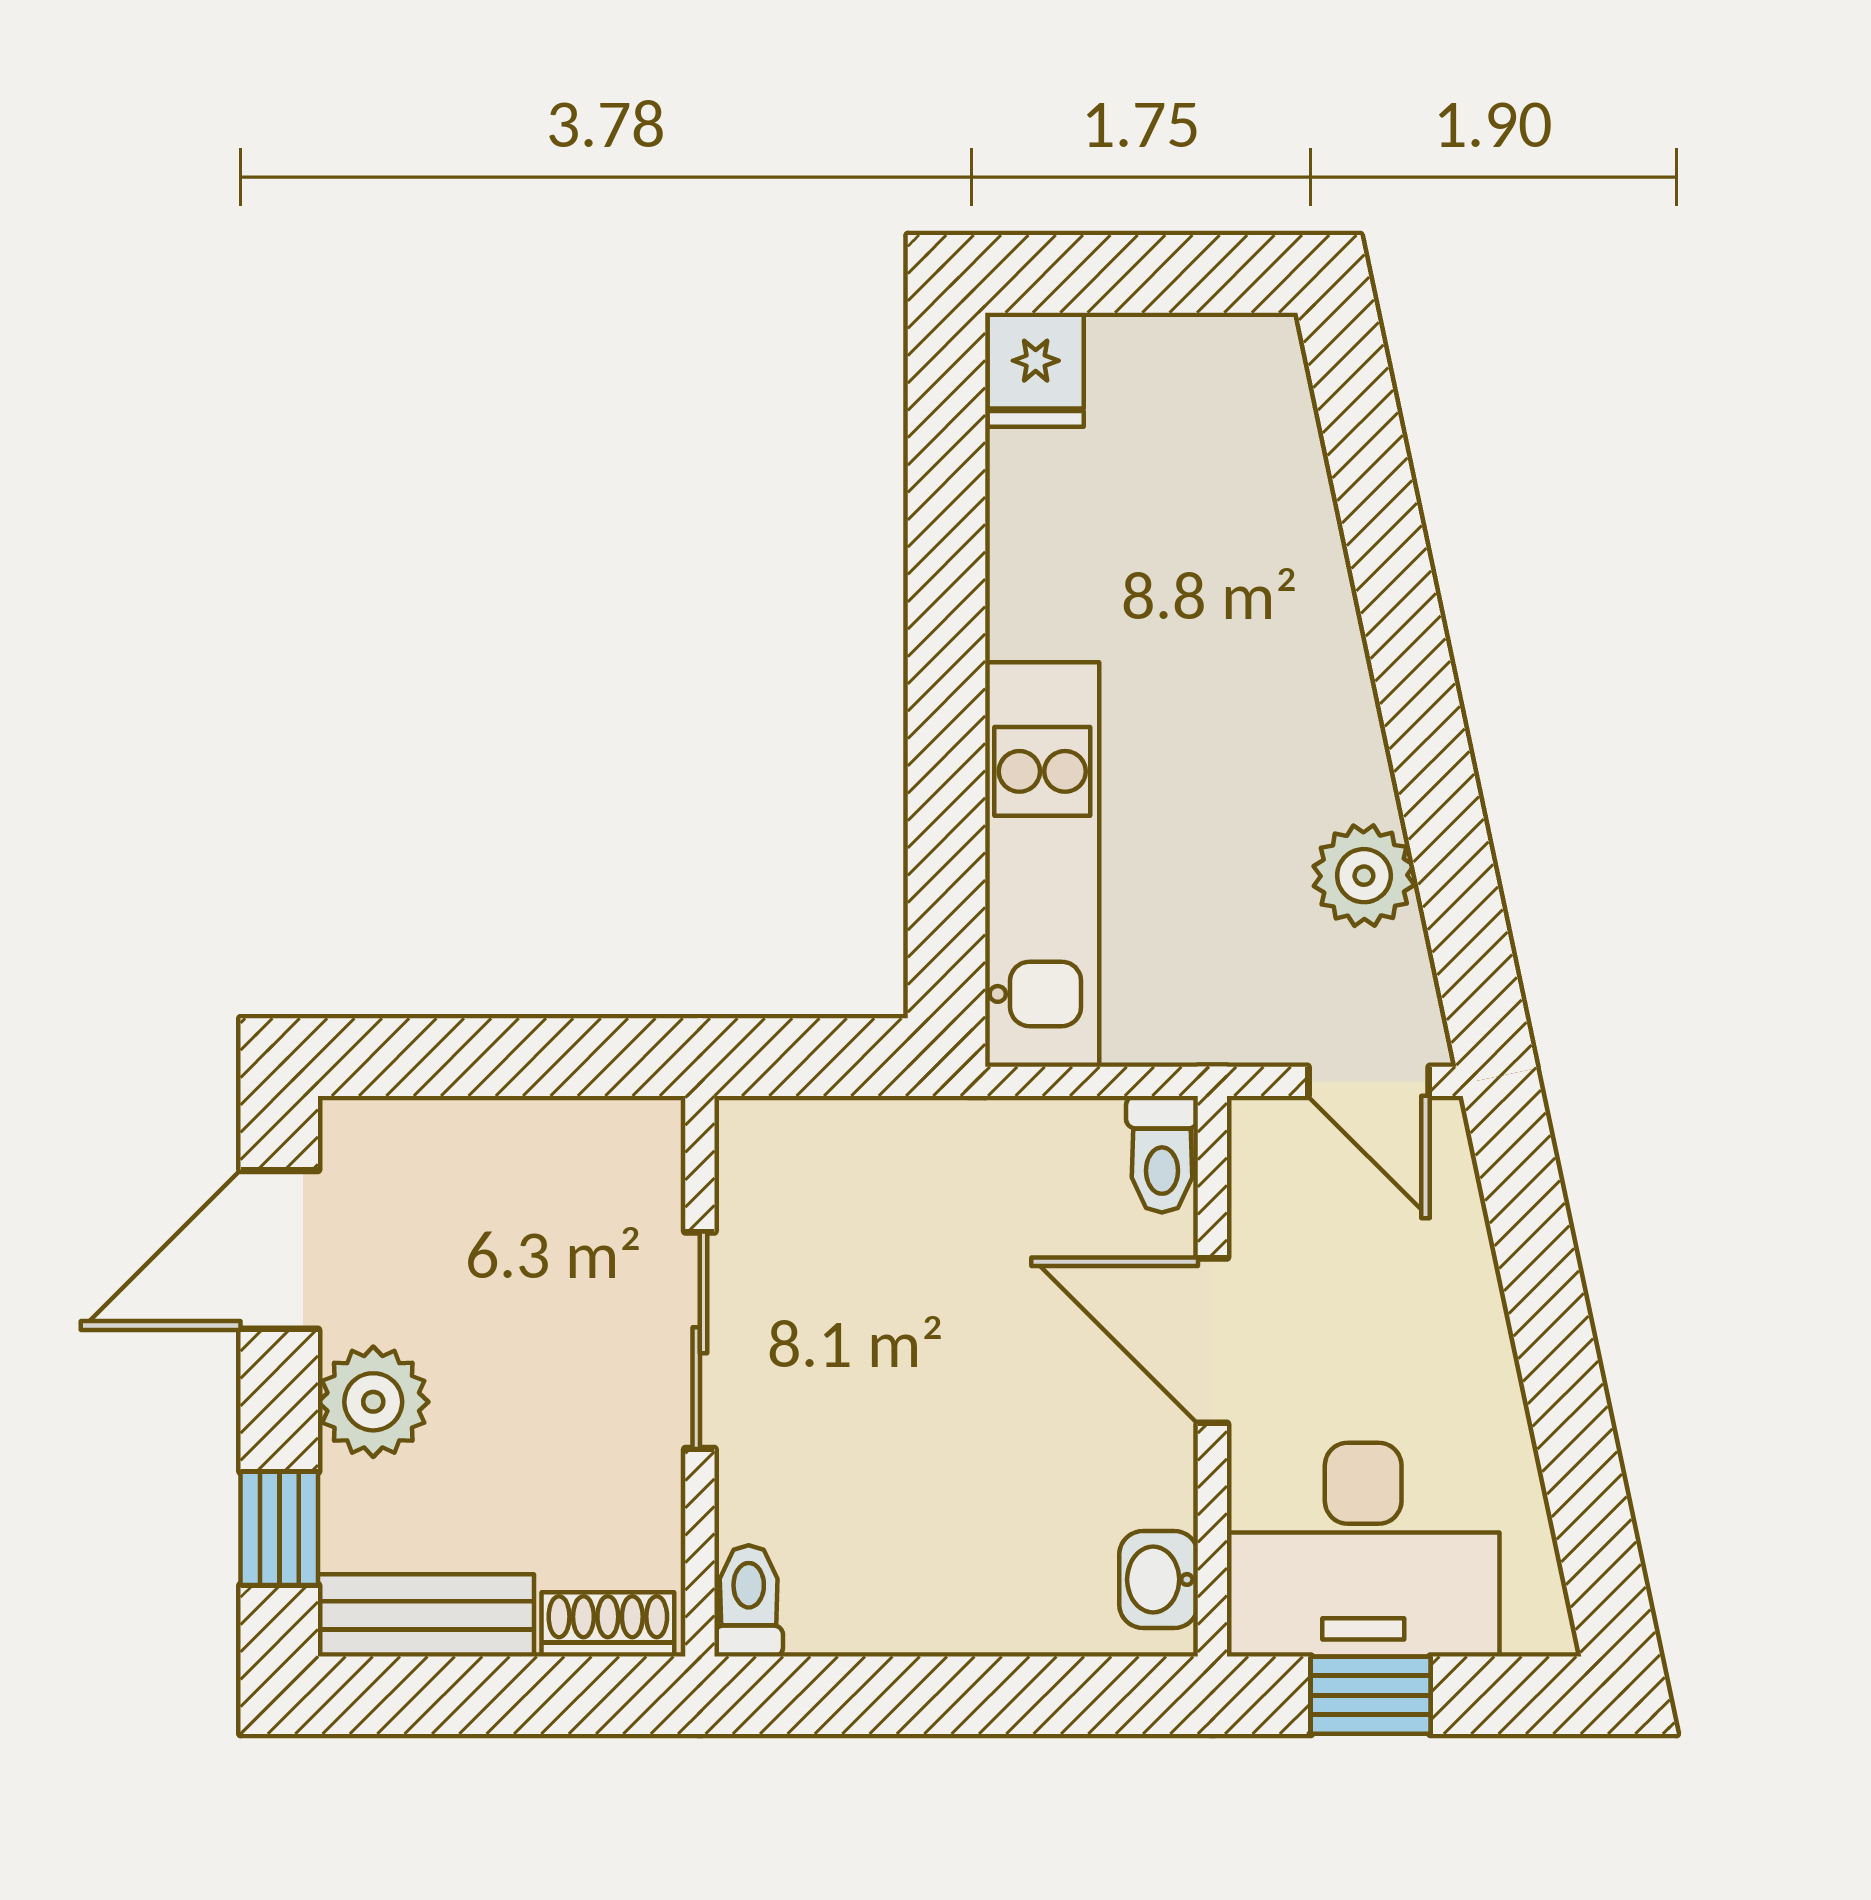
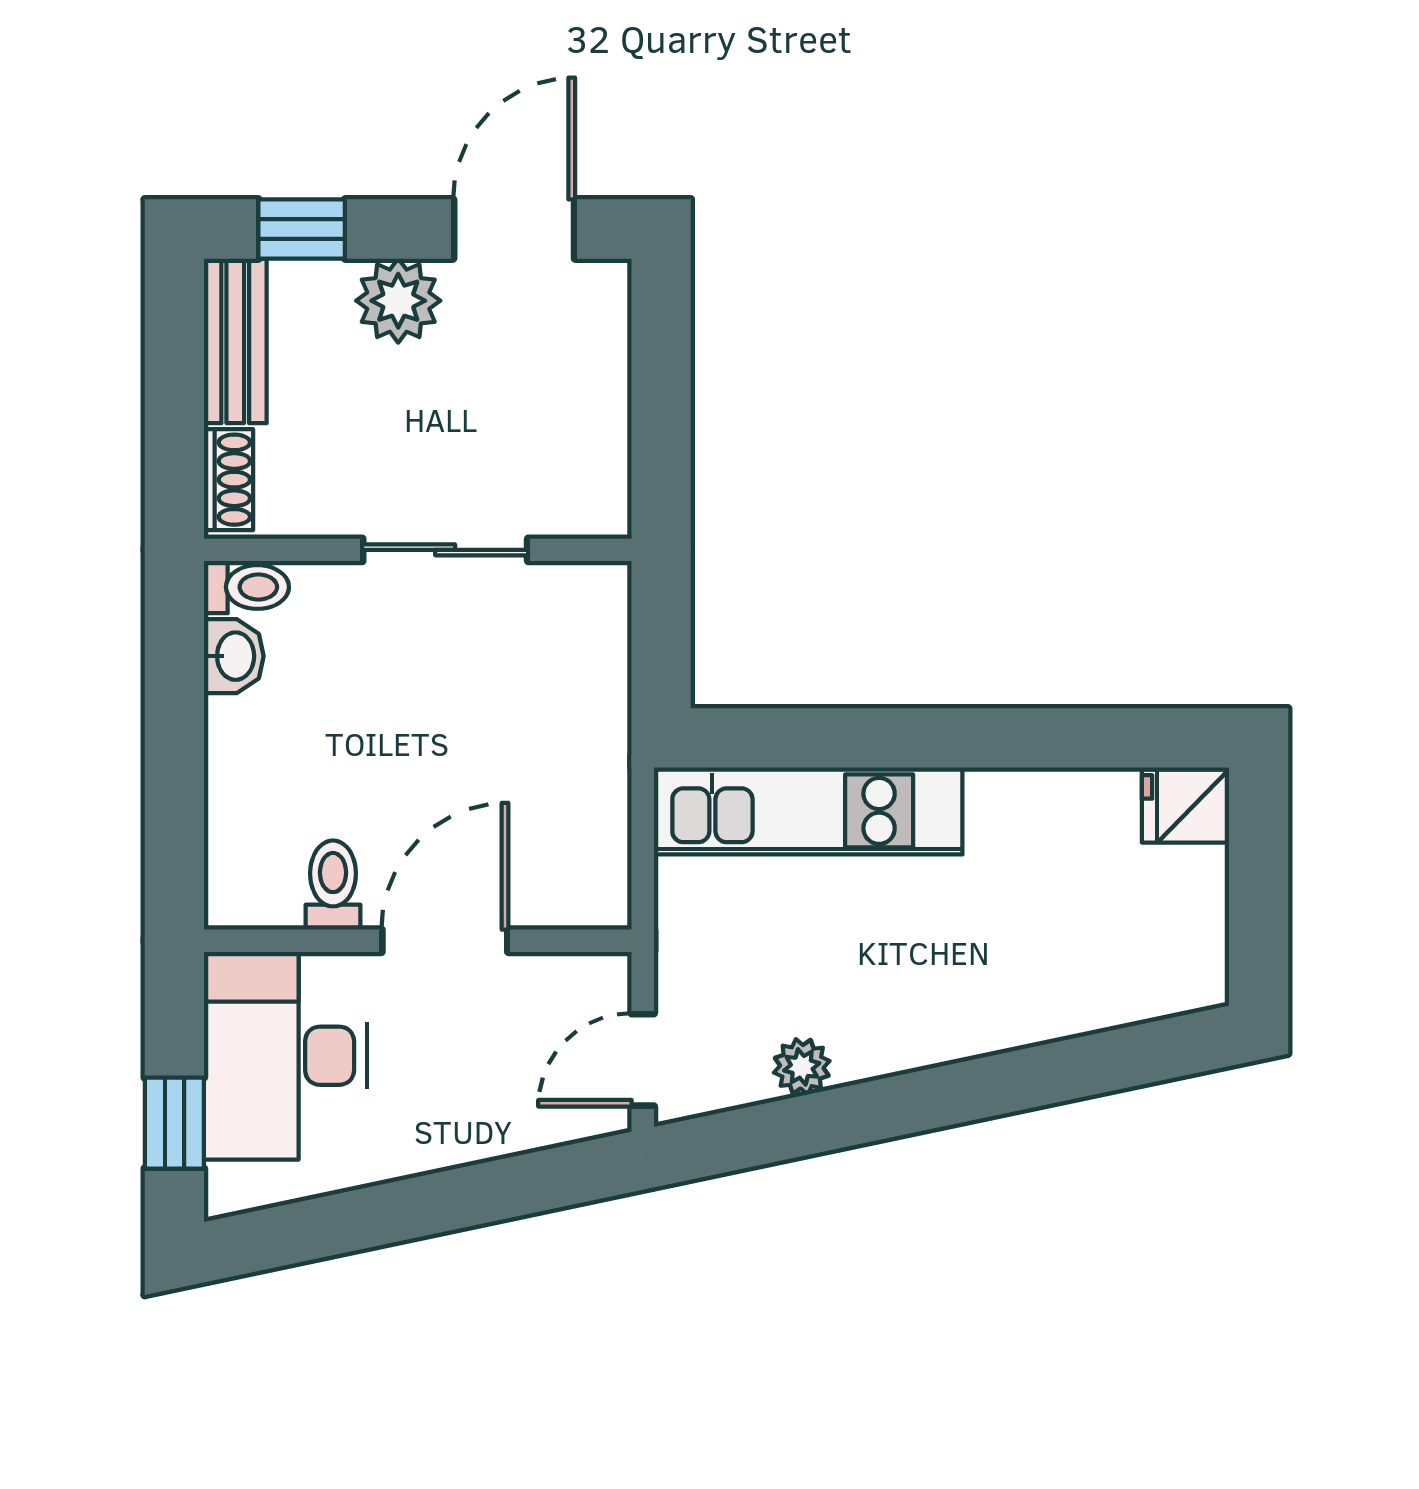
plant: (1364, 876) -> (802, 1067), width x0.73, depth x0.73
toilet: (1162, 1154) -> (333, 885), moved, turned 90
door: (279, 1250) -> (514, 229), hinge flipped
washbasin: (1159, 1579) -> (234, 656), moved, turned 90
window: (1371, 1695) -> (174, 1123), moved

